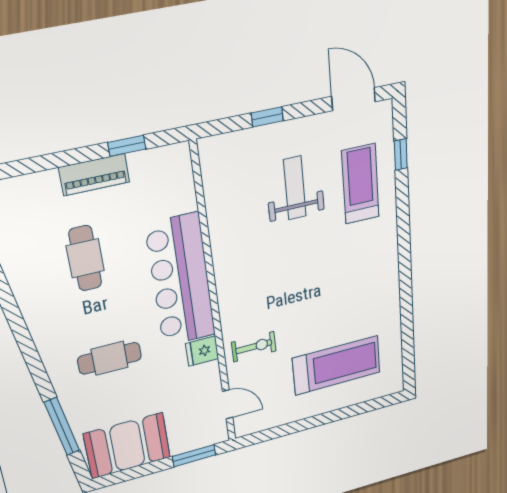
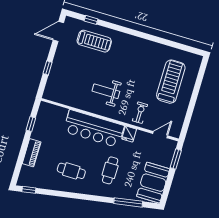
piano: (94, 175) -> (32, 153), moved
treadmill: (360, 184) -> (94, 41), turned 180
weight bench: (295, 188) -> (106, 91), moved
cafe table: (85, 258) -> (71, 171), moved

